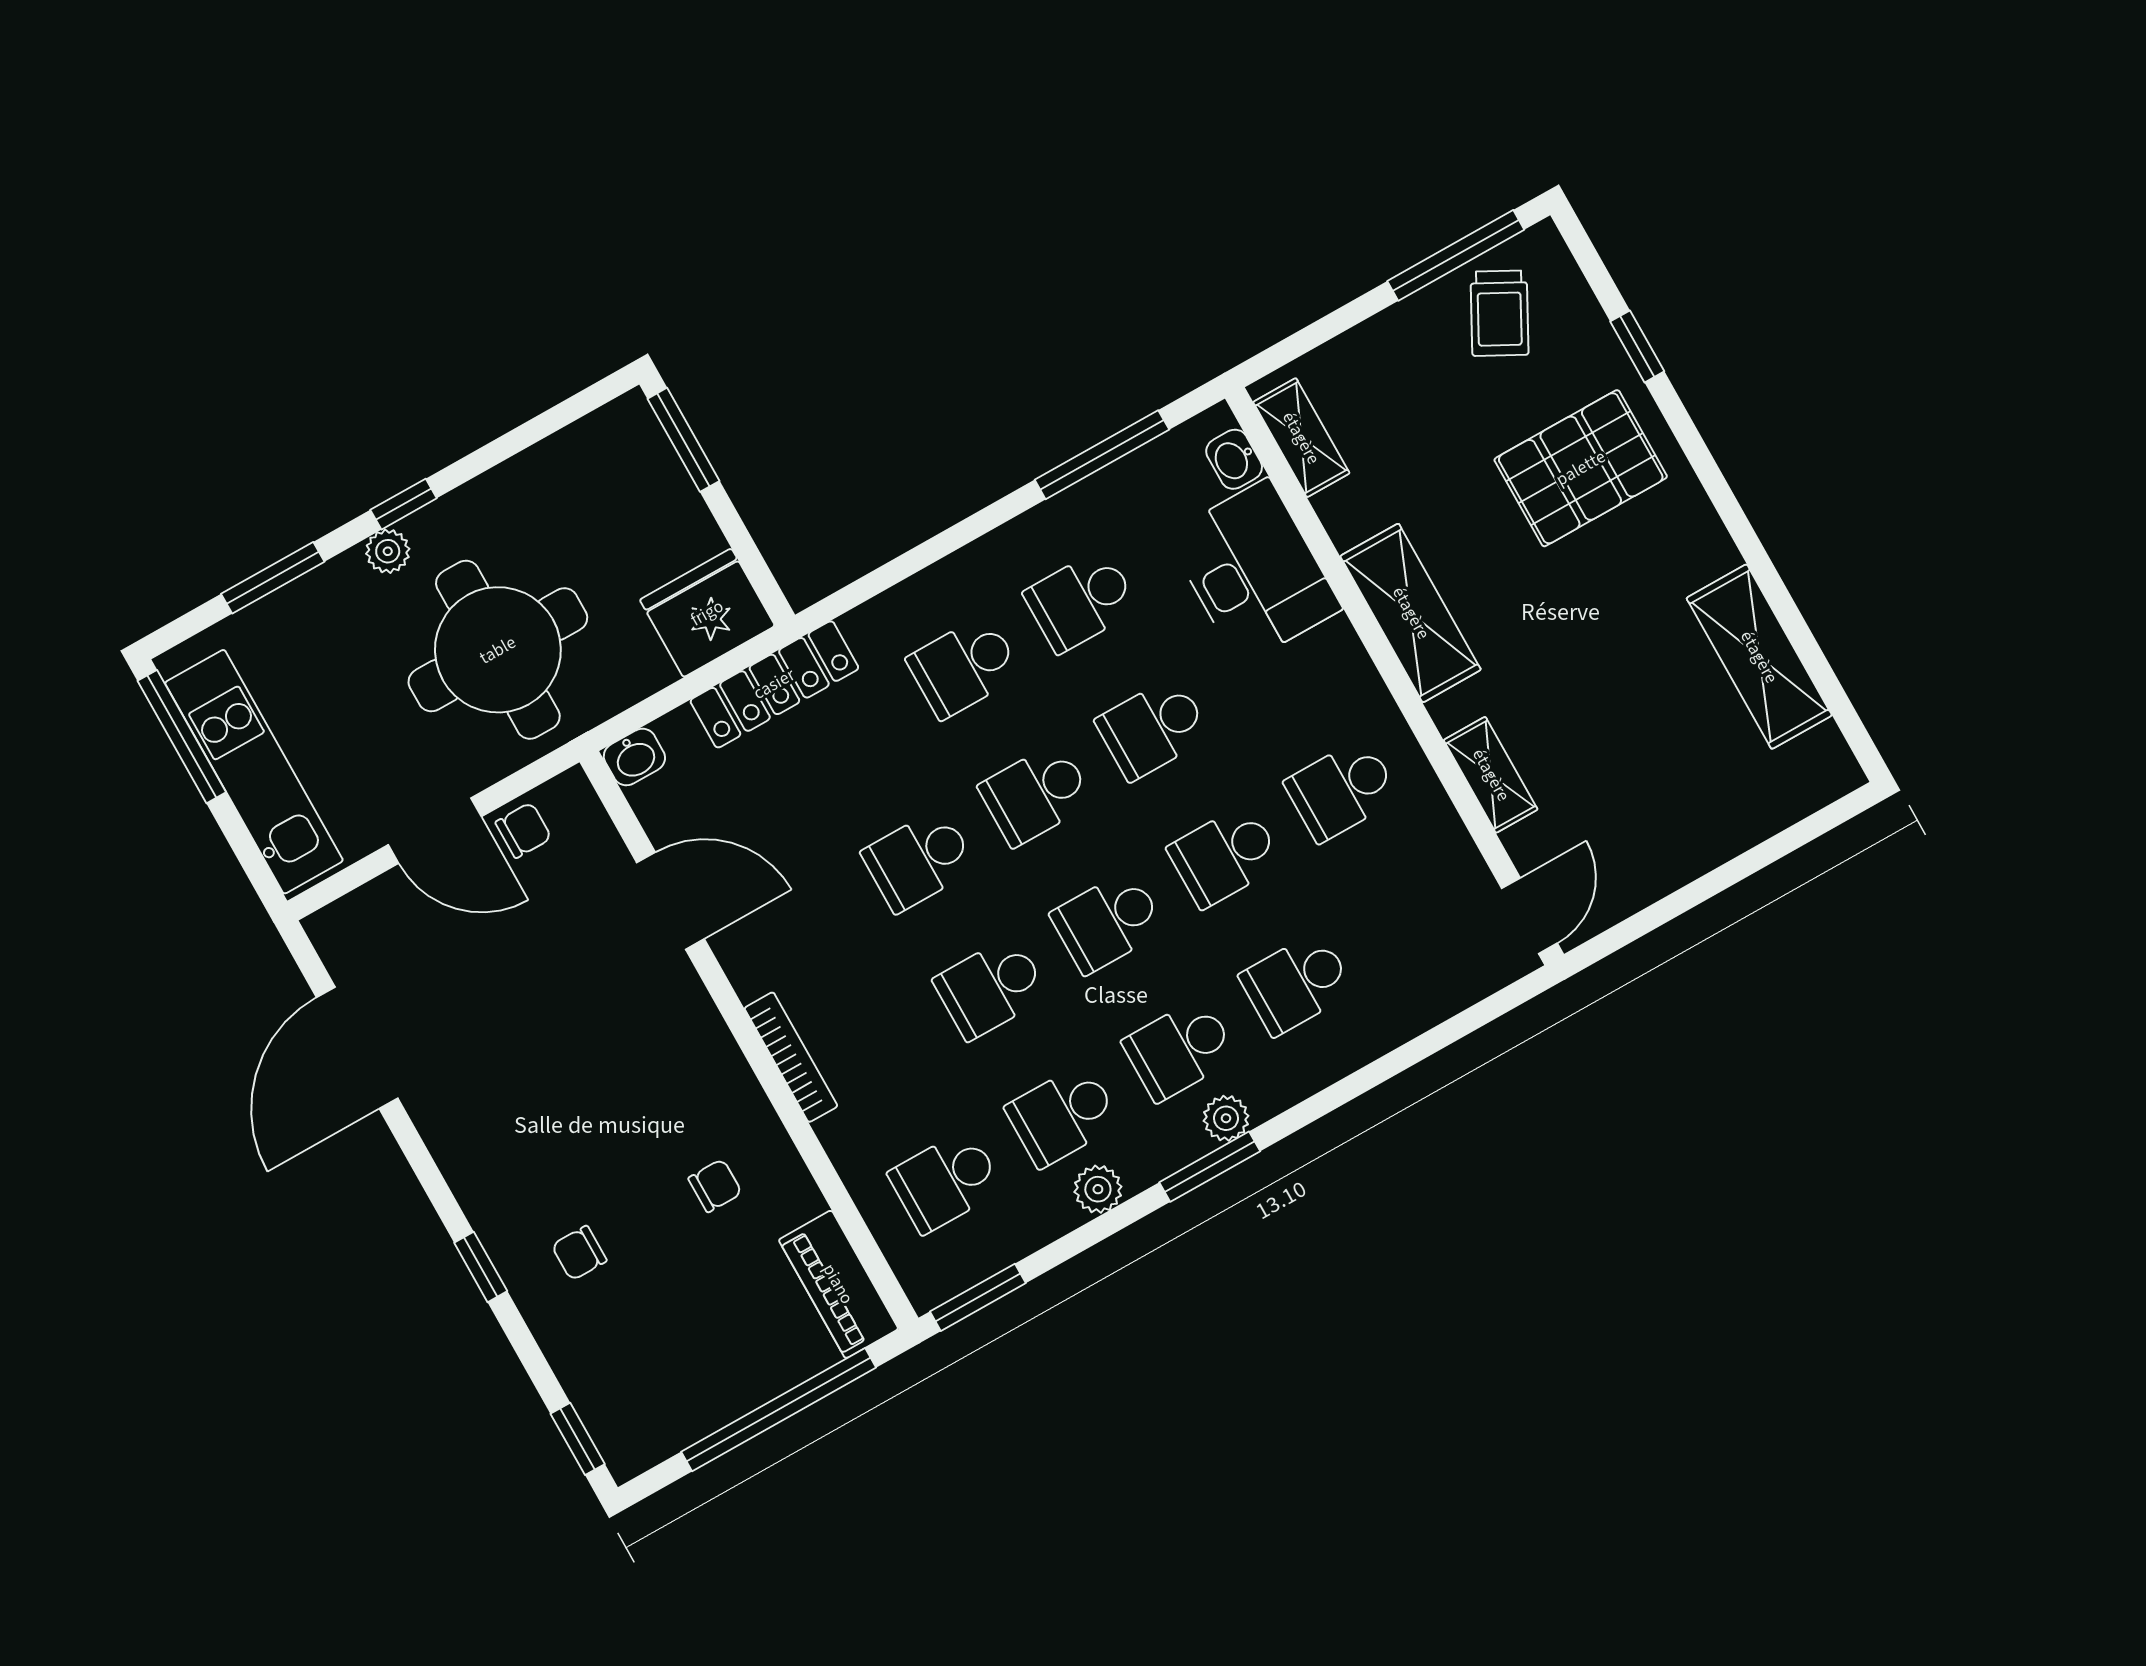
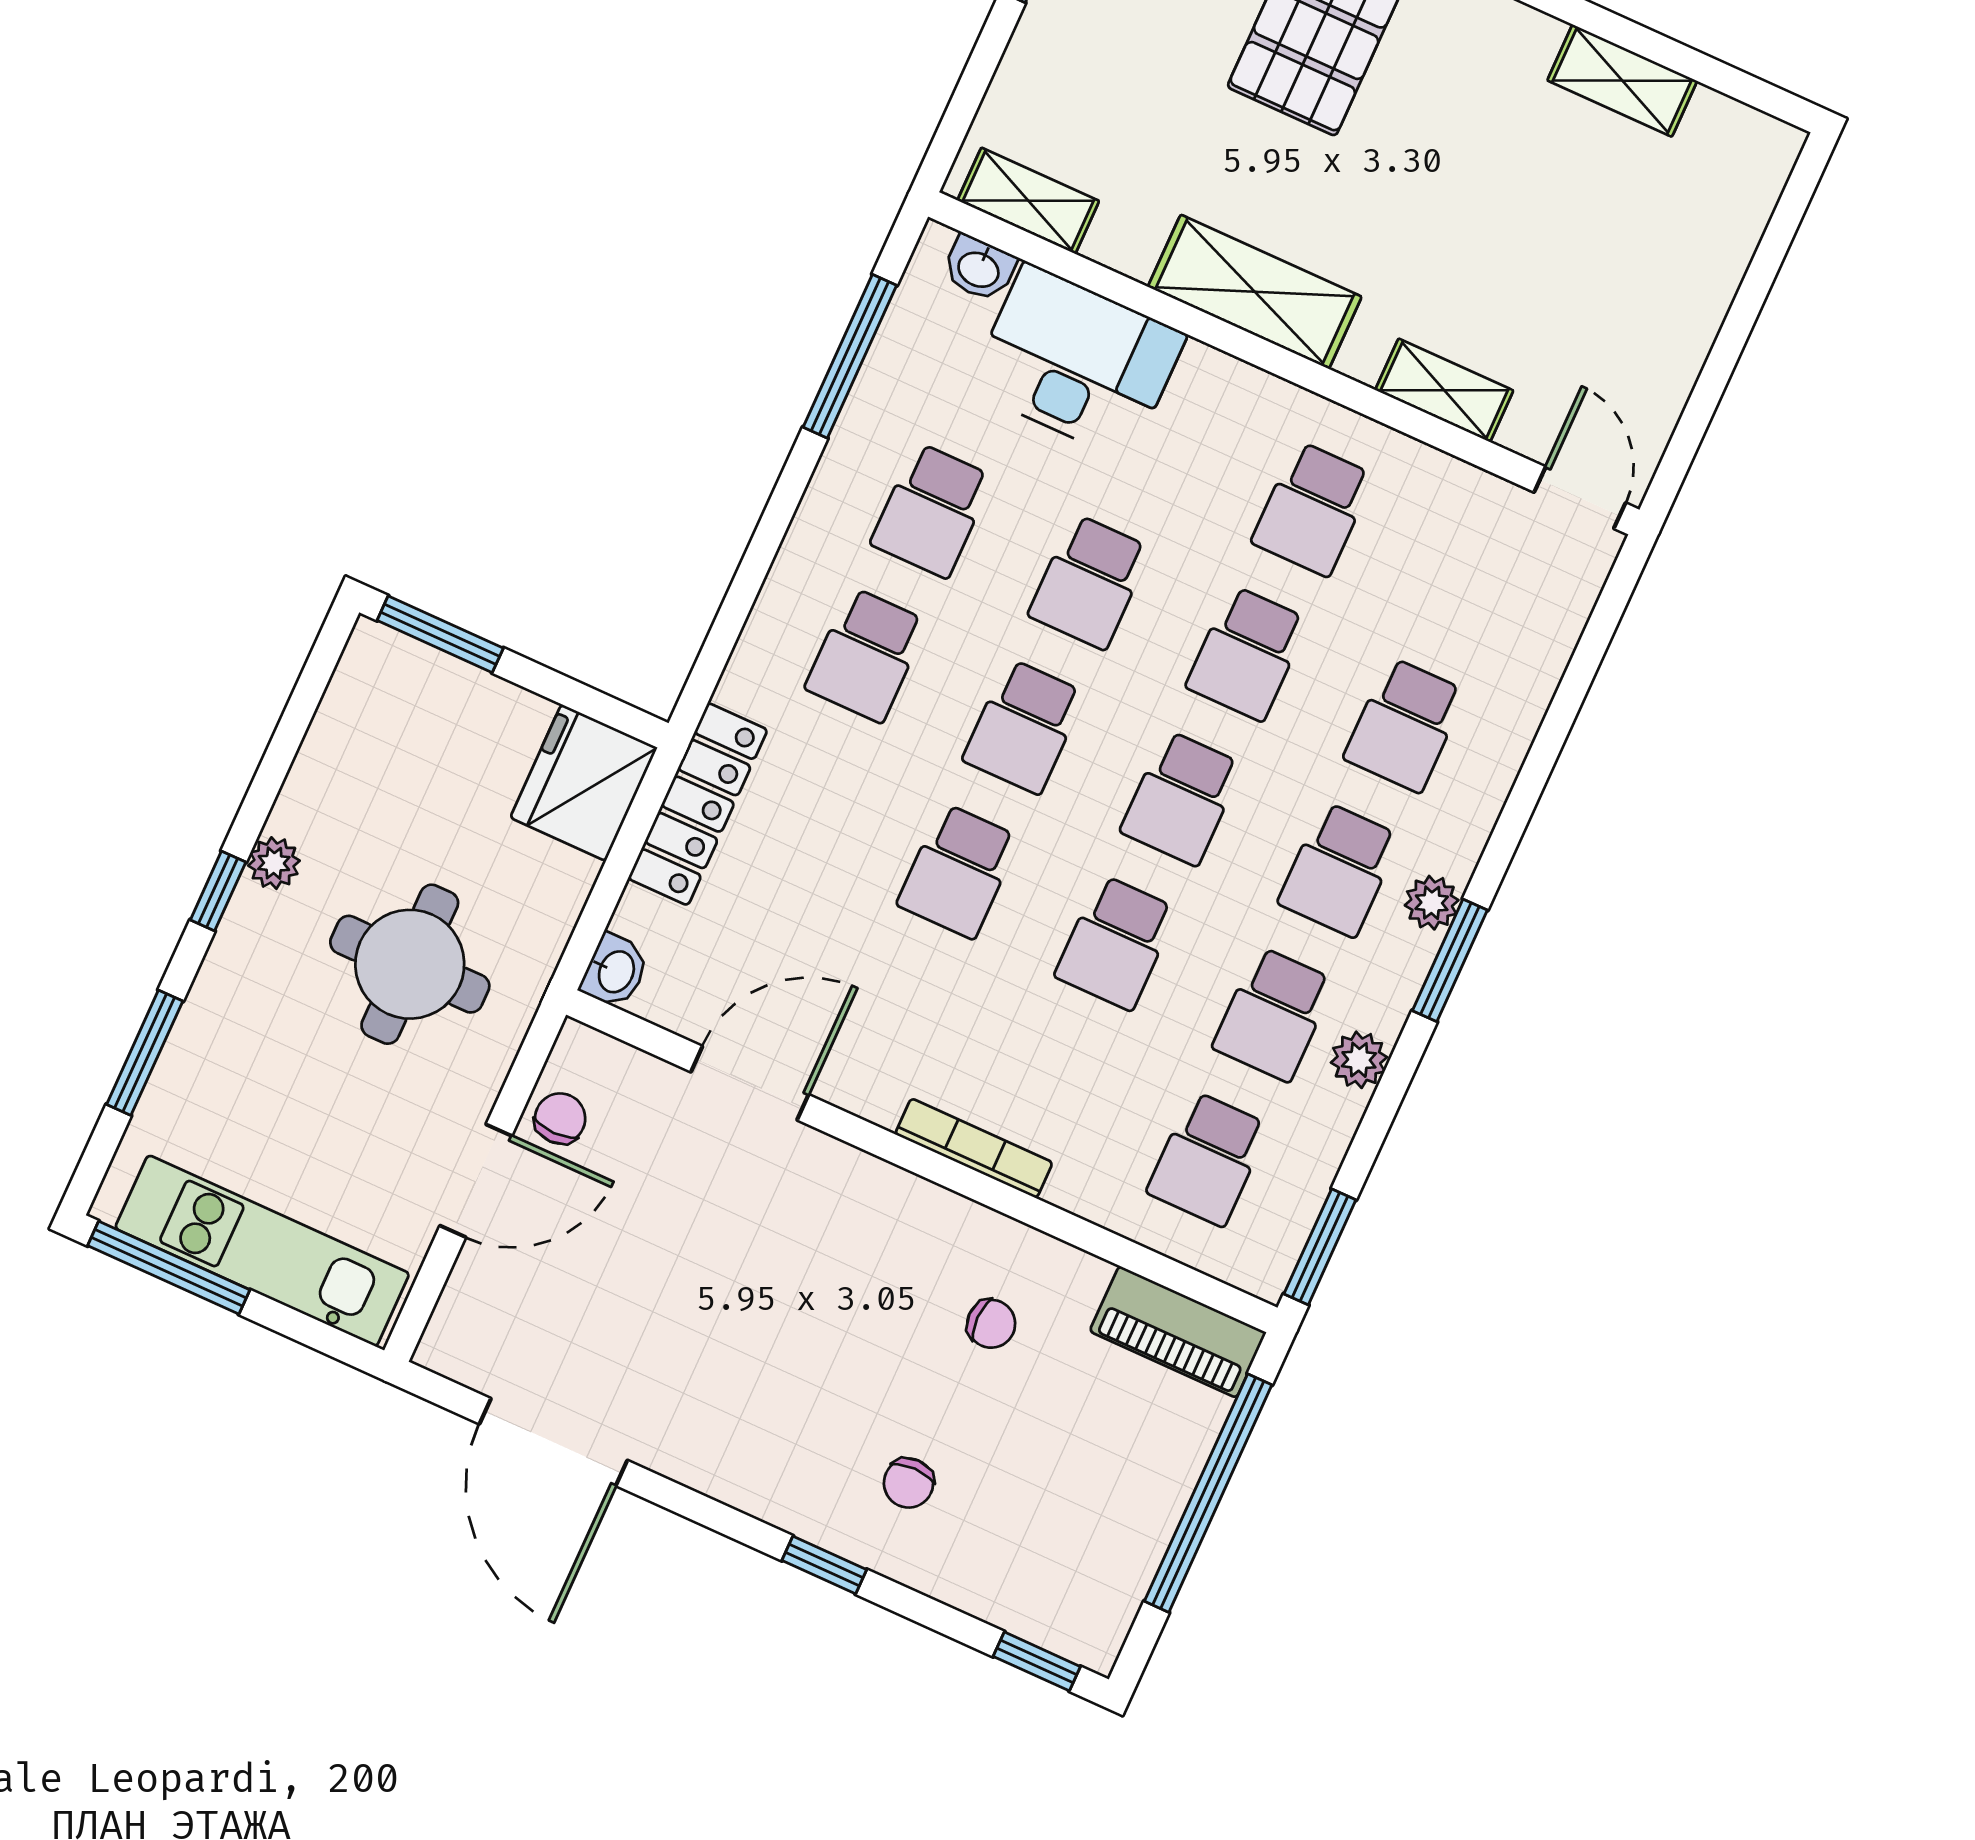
plant: (388, 551) -> (274, 863), moved
round table: (498, 650) -> (410, 964), width x0.73, depth x0.73
shelving: (1759, 657) -> (1622, 81), width x0.67, depth x0.75
chair: (715, 1186) -> (991, 1324), turned 90

